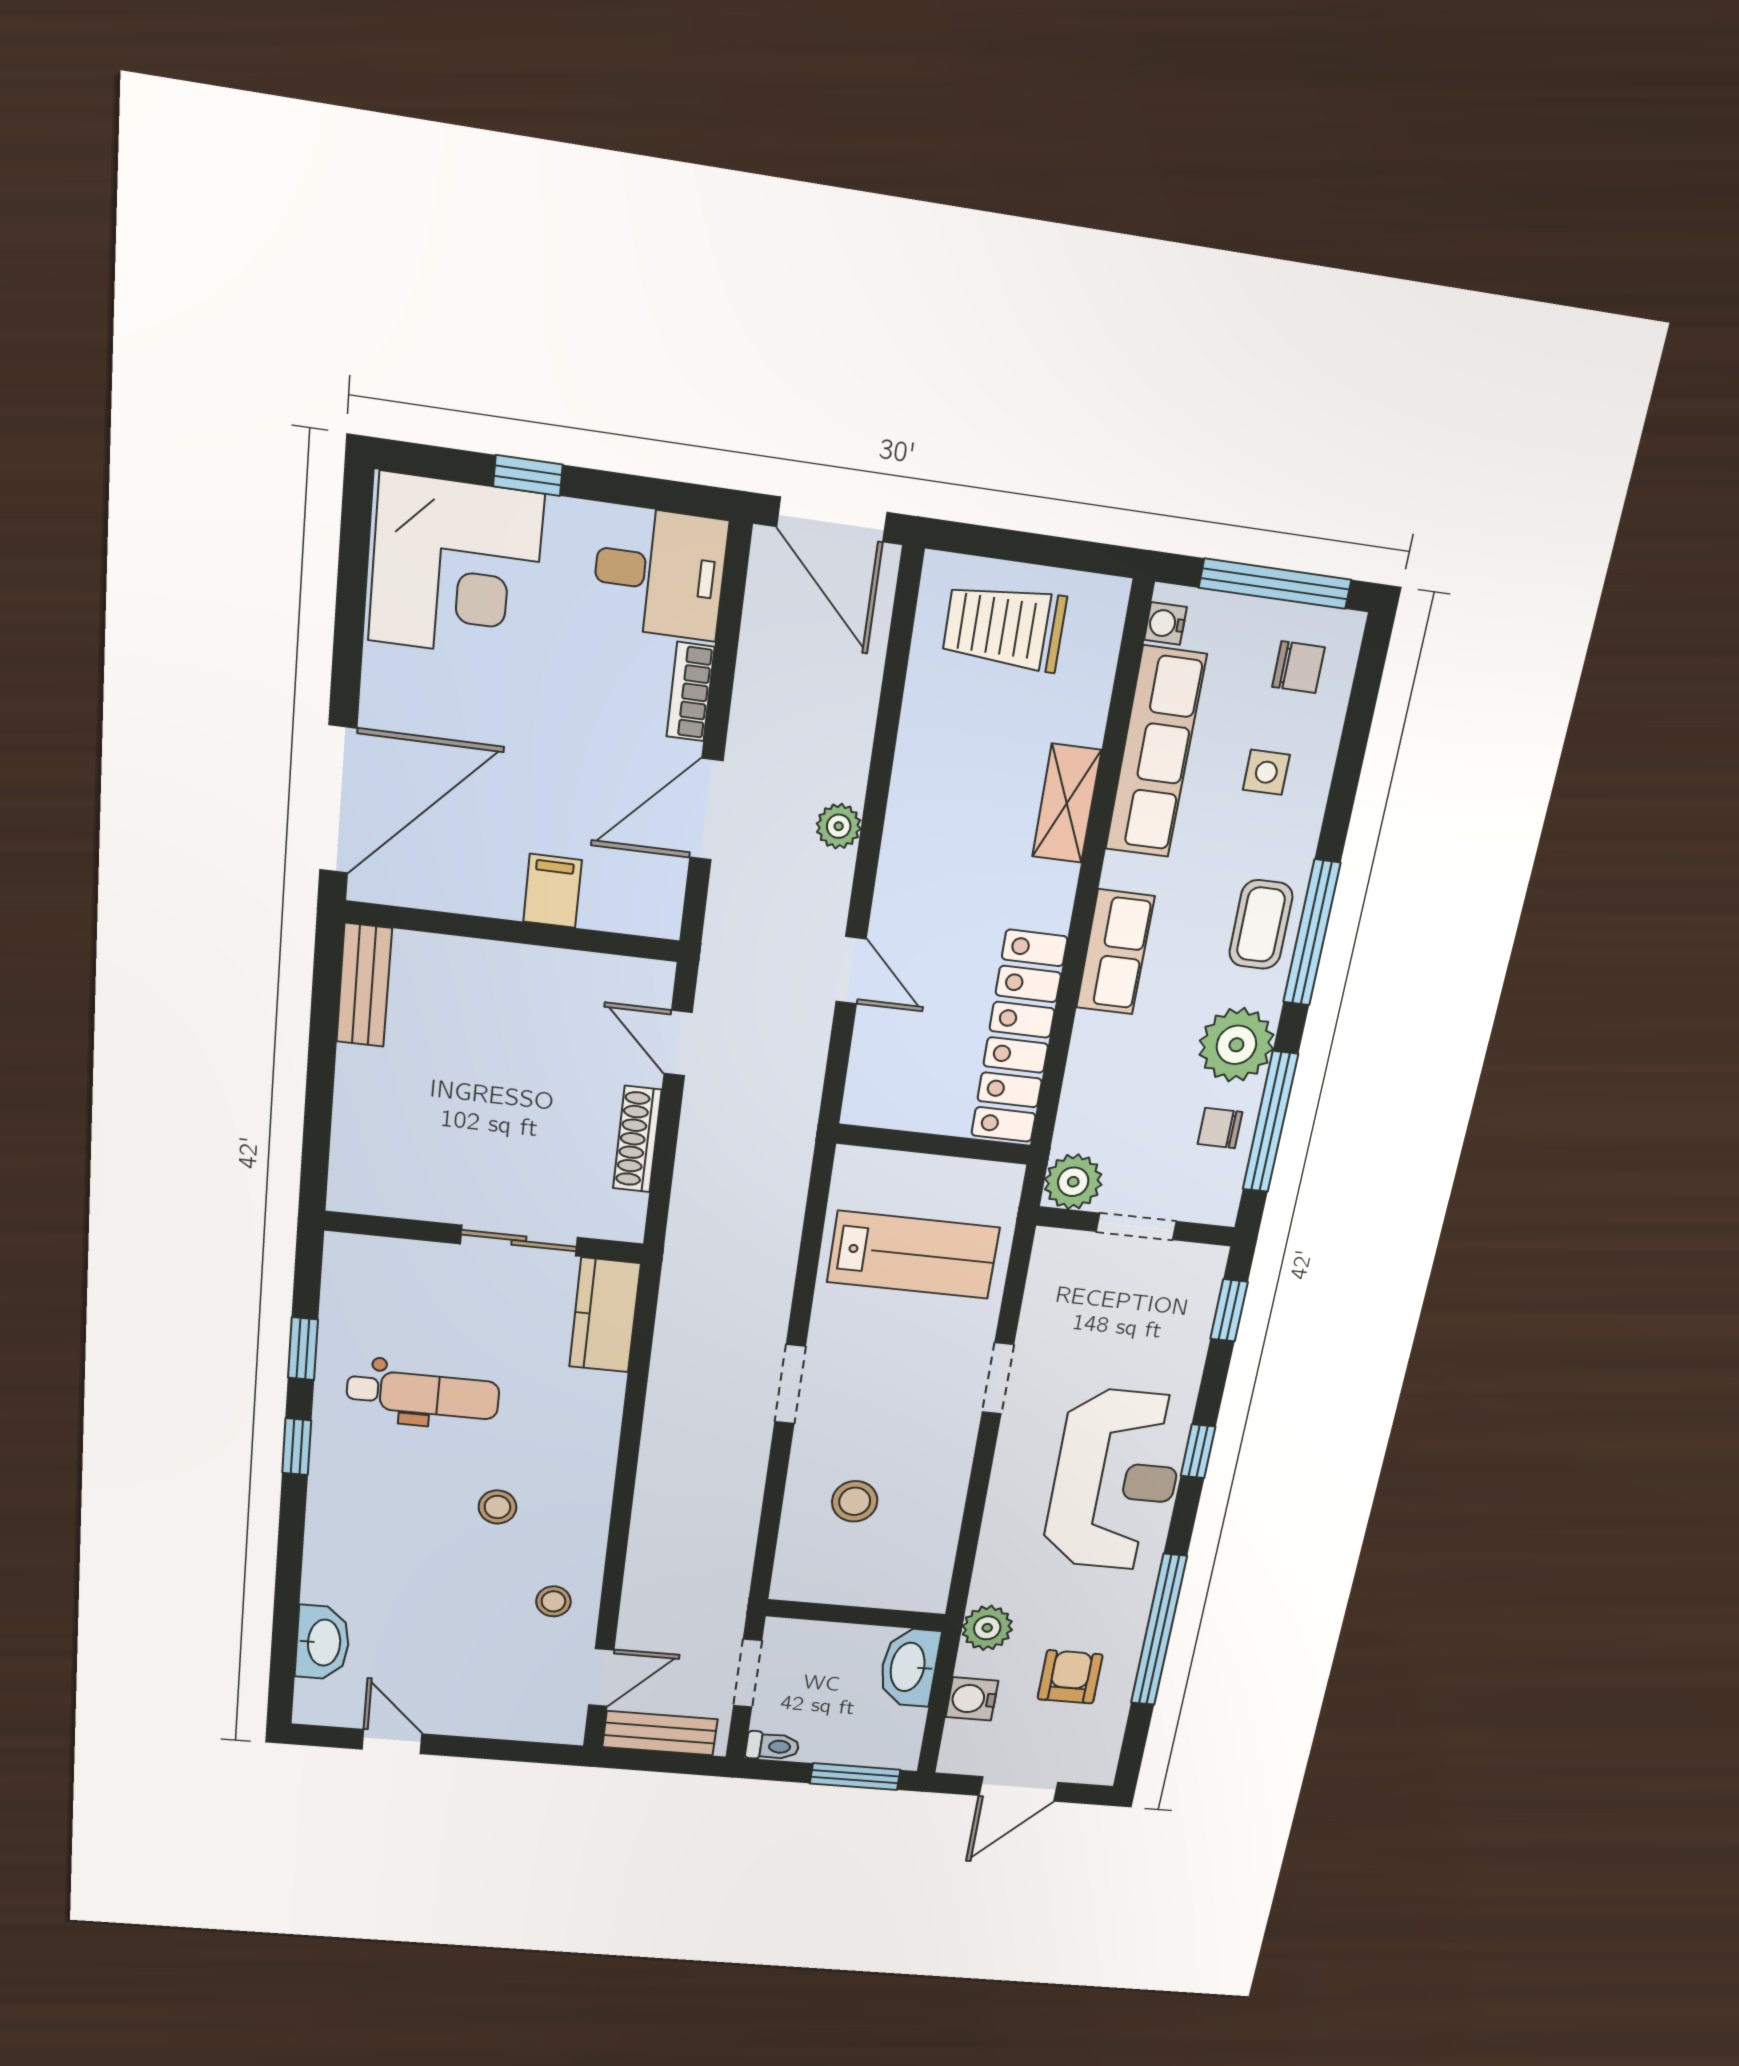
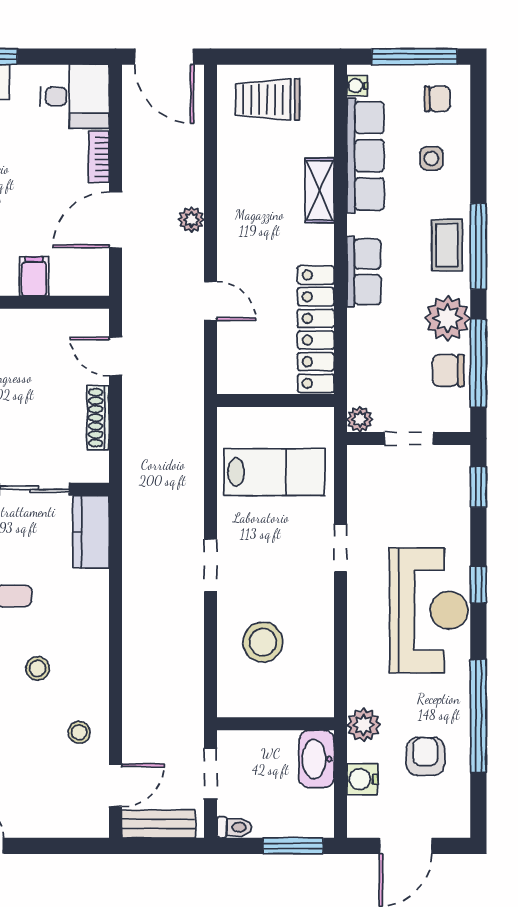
chair: (1220, 1128) -> (448, 370), width x1.37, depth x1.37
plant: (1073, 1182) -> (360, 419), width x0.73, depth x0.73
stool: (855, 1501) -> (263, 642), width x1.38, depth x1.38

